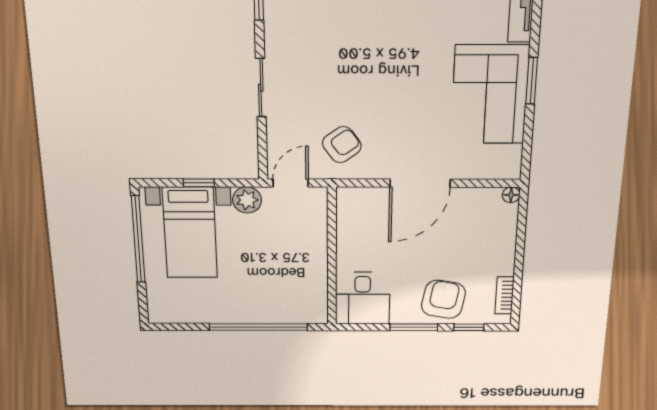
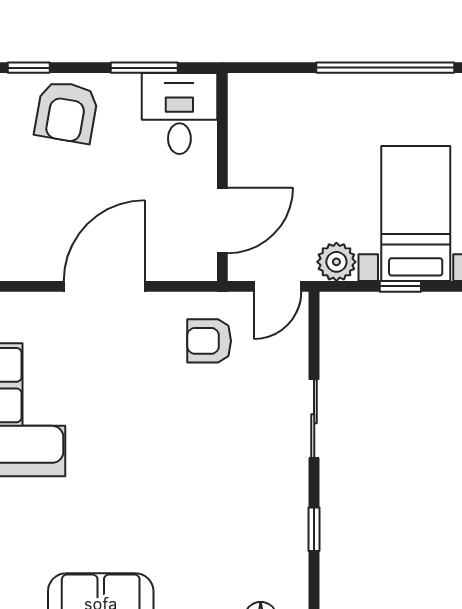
armchair: (342, 145) -> (209, 341), turned 36
door: (332, 228) -> (222, 220), added
window: (258, 327) -> (385, 68), moved
window: (414, 327) -> (144, 68), moved

